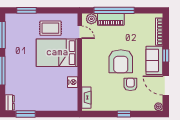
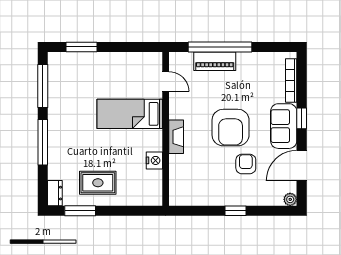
plant: (91, 19) -> (184, 60), removed
rug: (50, 28) -> (98, 183), moved
bed: (57, 53) -> (130, 114), width x0.67
door: (166, 85) -> (302, 166), hinge flipped
fireplace: (86, 98) -> (176, 137), moved

